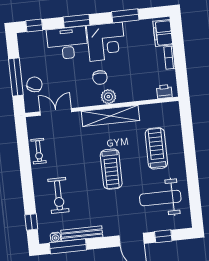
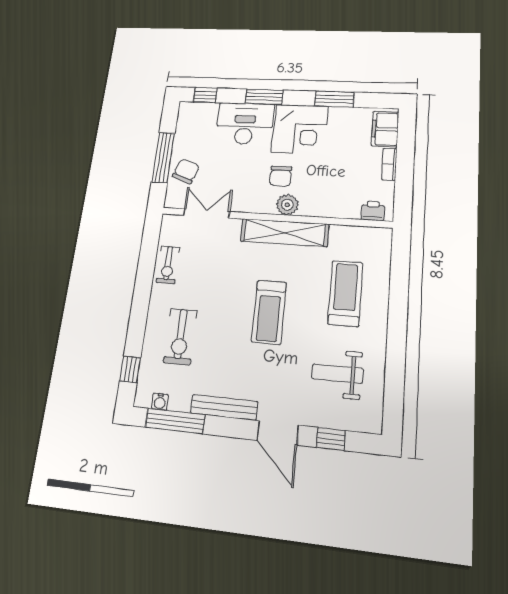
weight bench: (160, 198) -> (337, 374), width x0.73, depth x0.75
bench: (82, 234) -> (224, 407), moved

